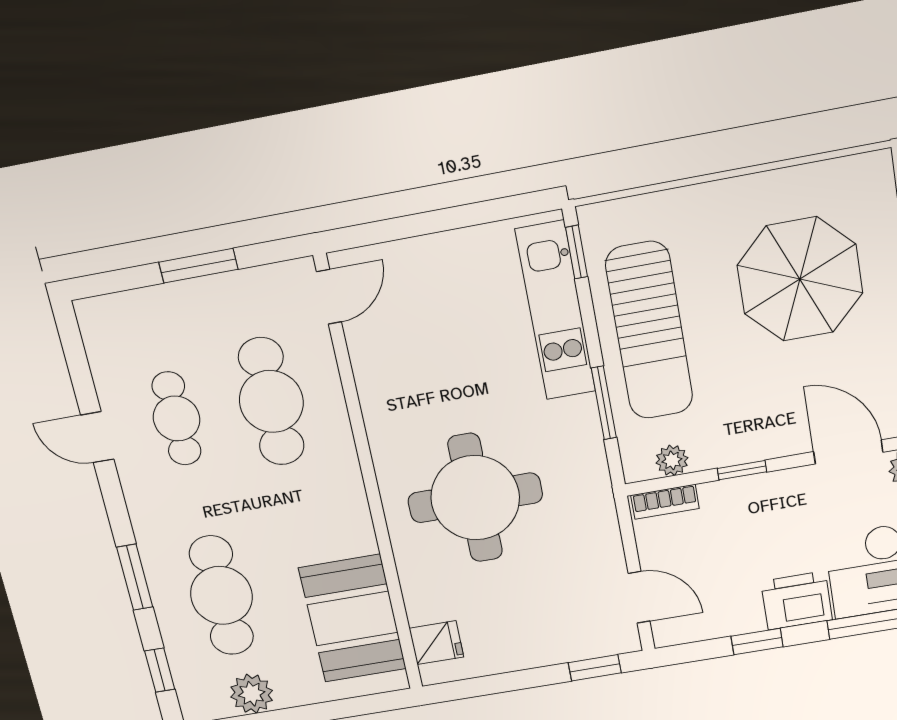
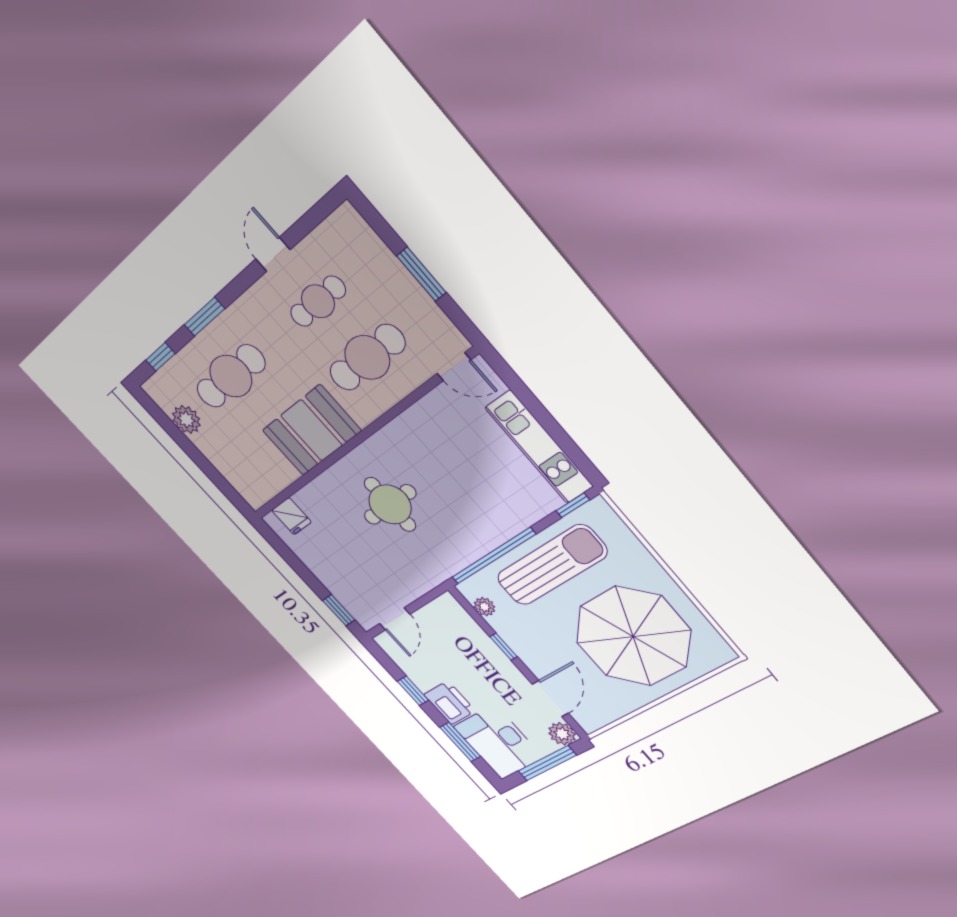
parasol: (800, 279) -> (633, 636), width x1.36, depth x1.36
kitchen unit: (556, 311) -> (539, 447), moved, turned -90
sun lounger: (649, 331) -> (552, 565), turned 180
window: (604, 403) -> (493, 556), width x2.11
round table: (475, 498) -> (390, 504), width x0.73, depth x0.73
bookcase: (665, 502) -> (458, 612), removed
booth: (353, 619) -> (311, 430), moved

